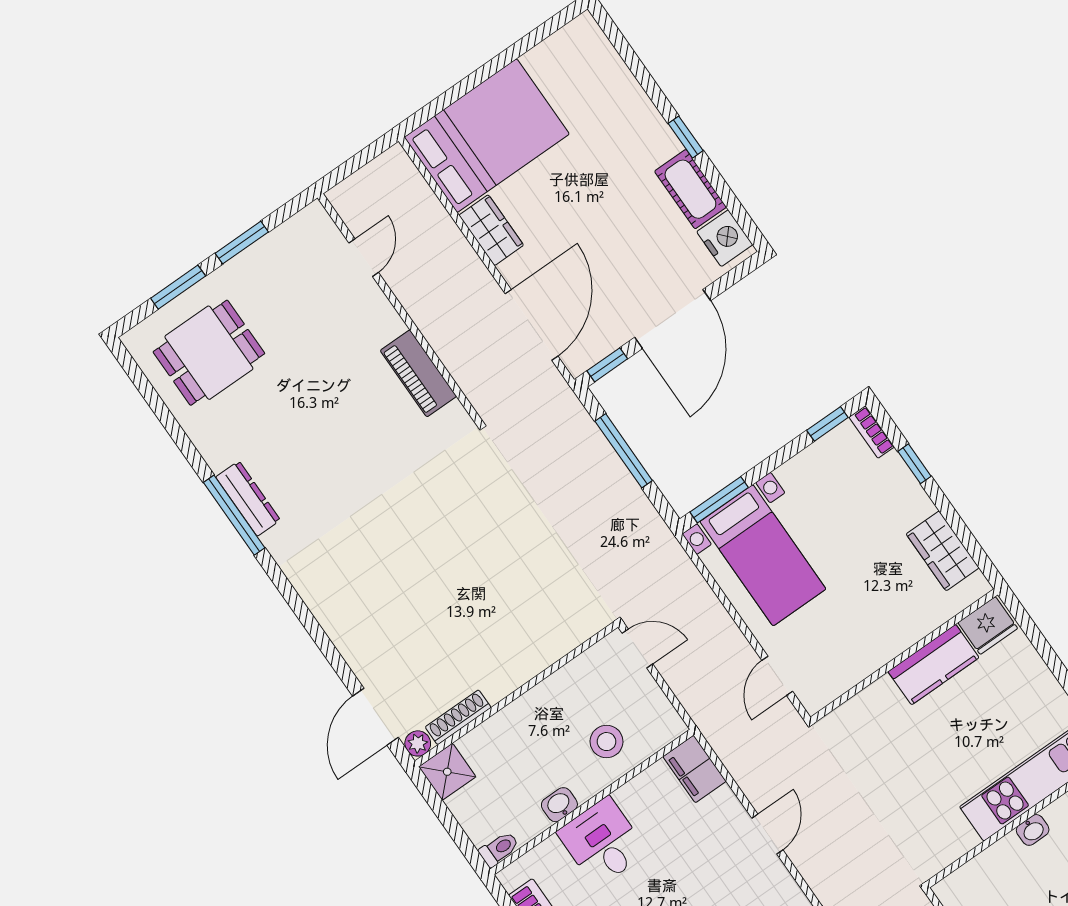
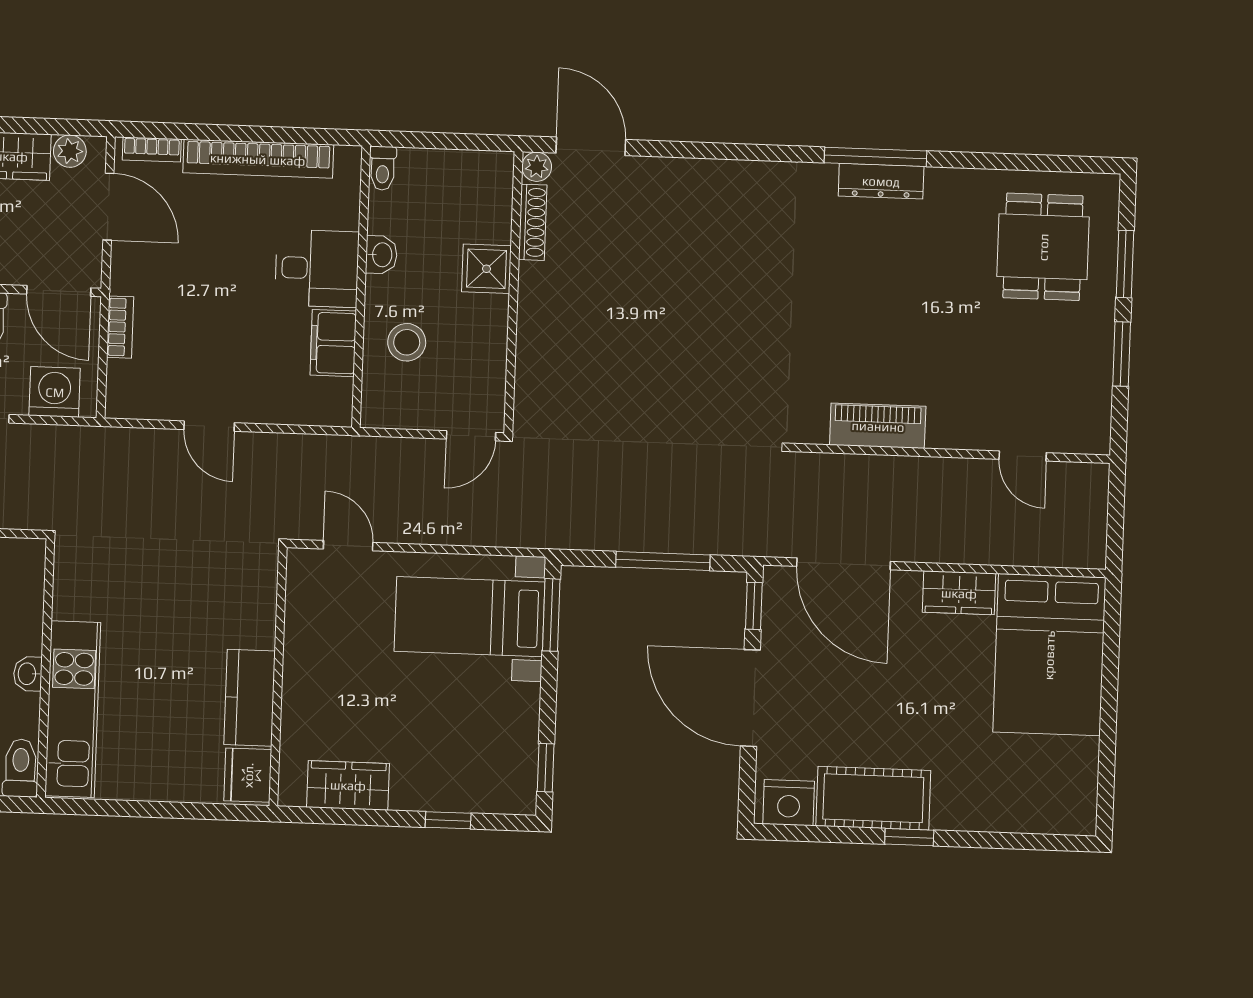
cot: (690, 189) -> (873, 798), width x1.37, depth x1.34
bookcase: (872, 432) -> (507, 803), removed
filing cabinet: (695, 769) -> (333, 343), moved, turned -90
shower: (447, 772) -> (487, 269), moved

